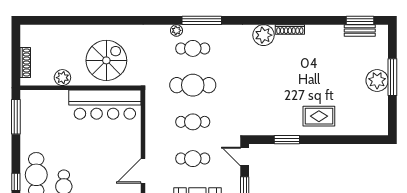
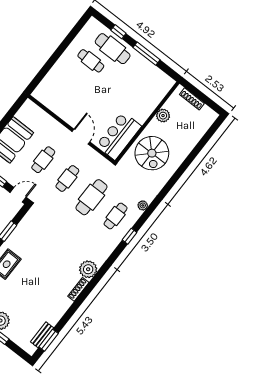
window: (202, 20) -> (129, 236), width x0.46
plant: (176, 30) -> (143, 205), moved
bar counter: (105, 105) -> (119, 136), width x0.73
window: (16, 117) -> (147, 54), moved
door: (143, 171) -> (81, 137), moved

